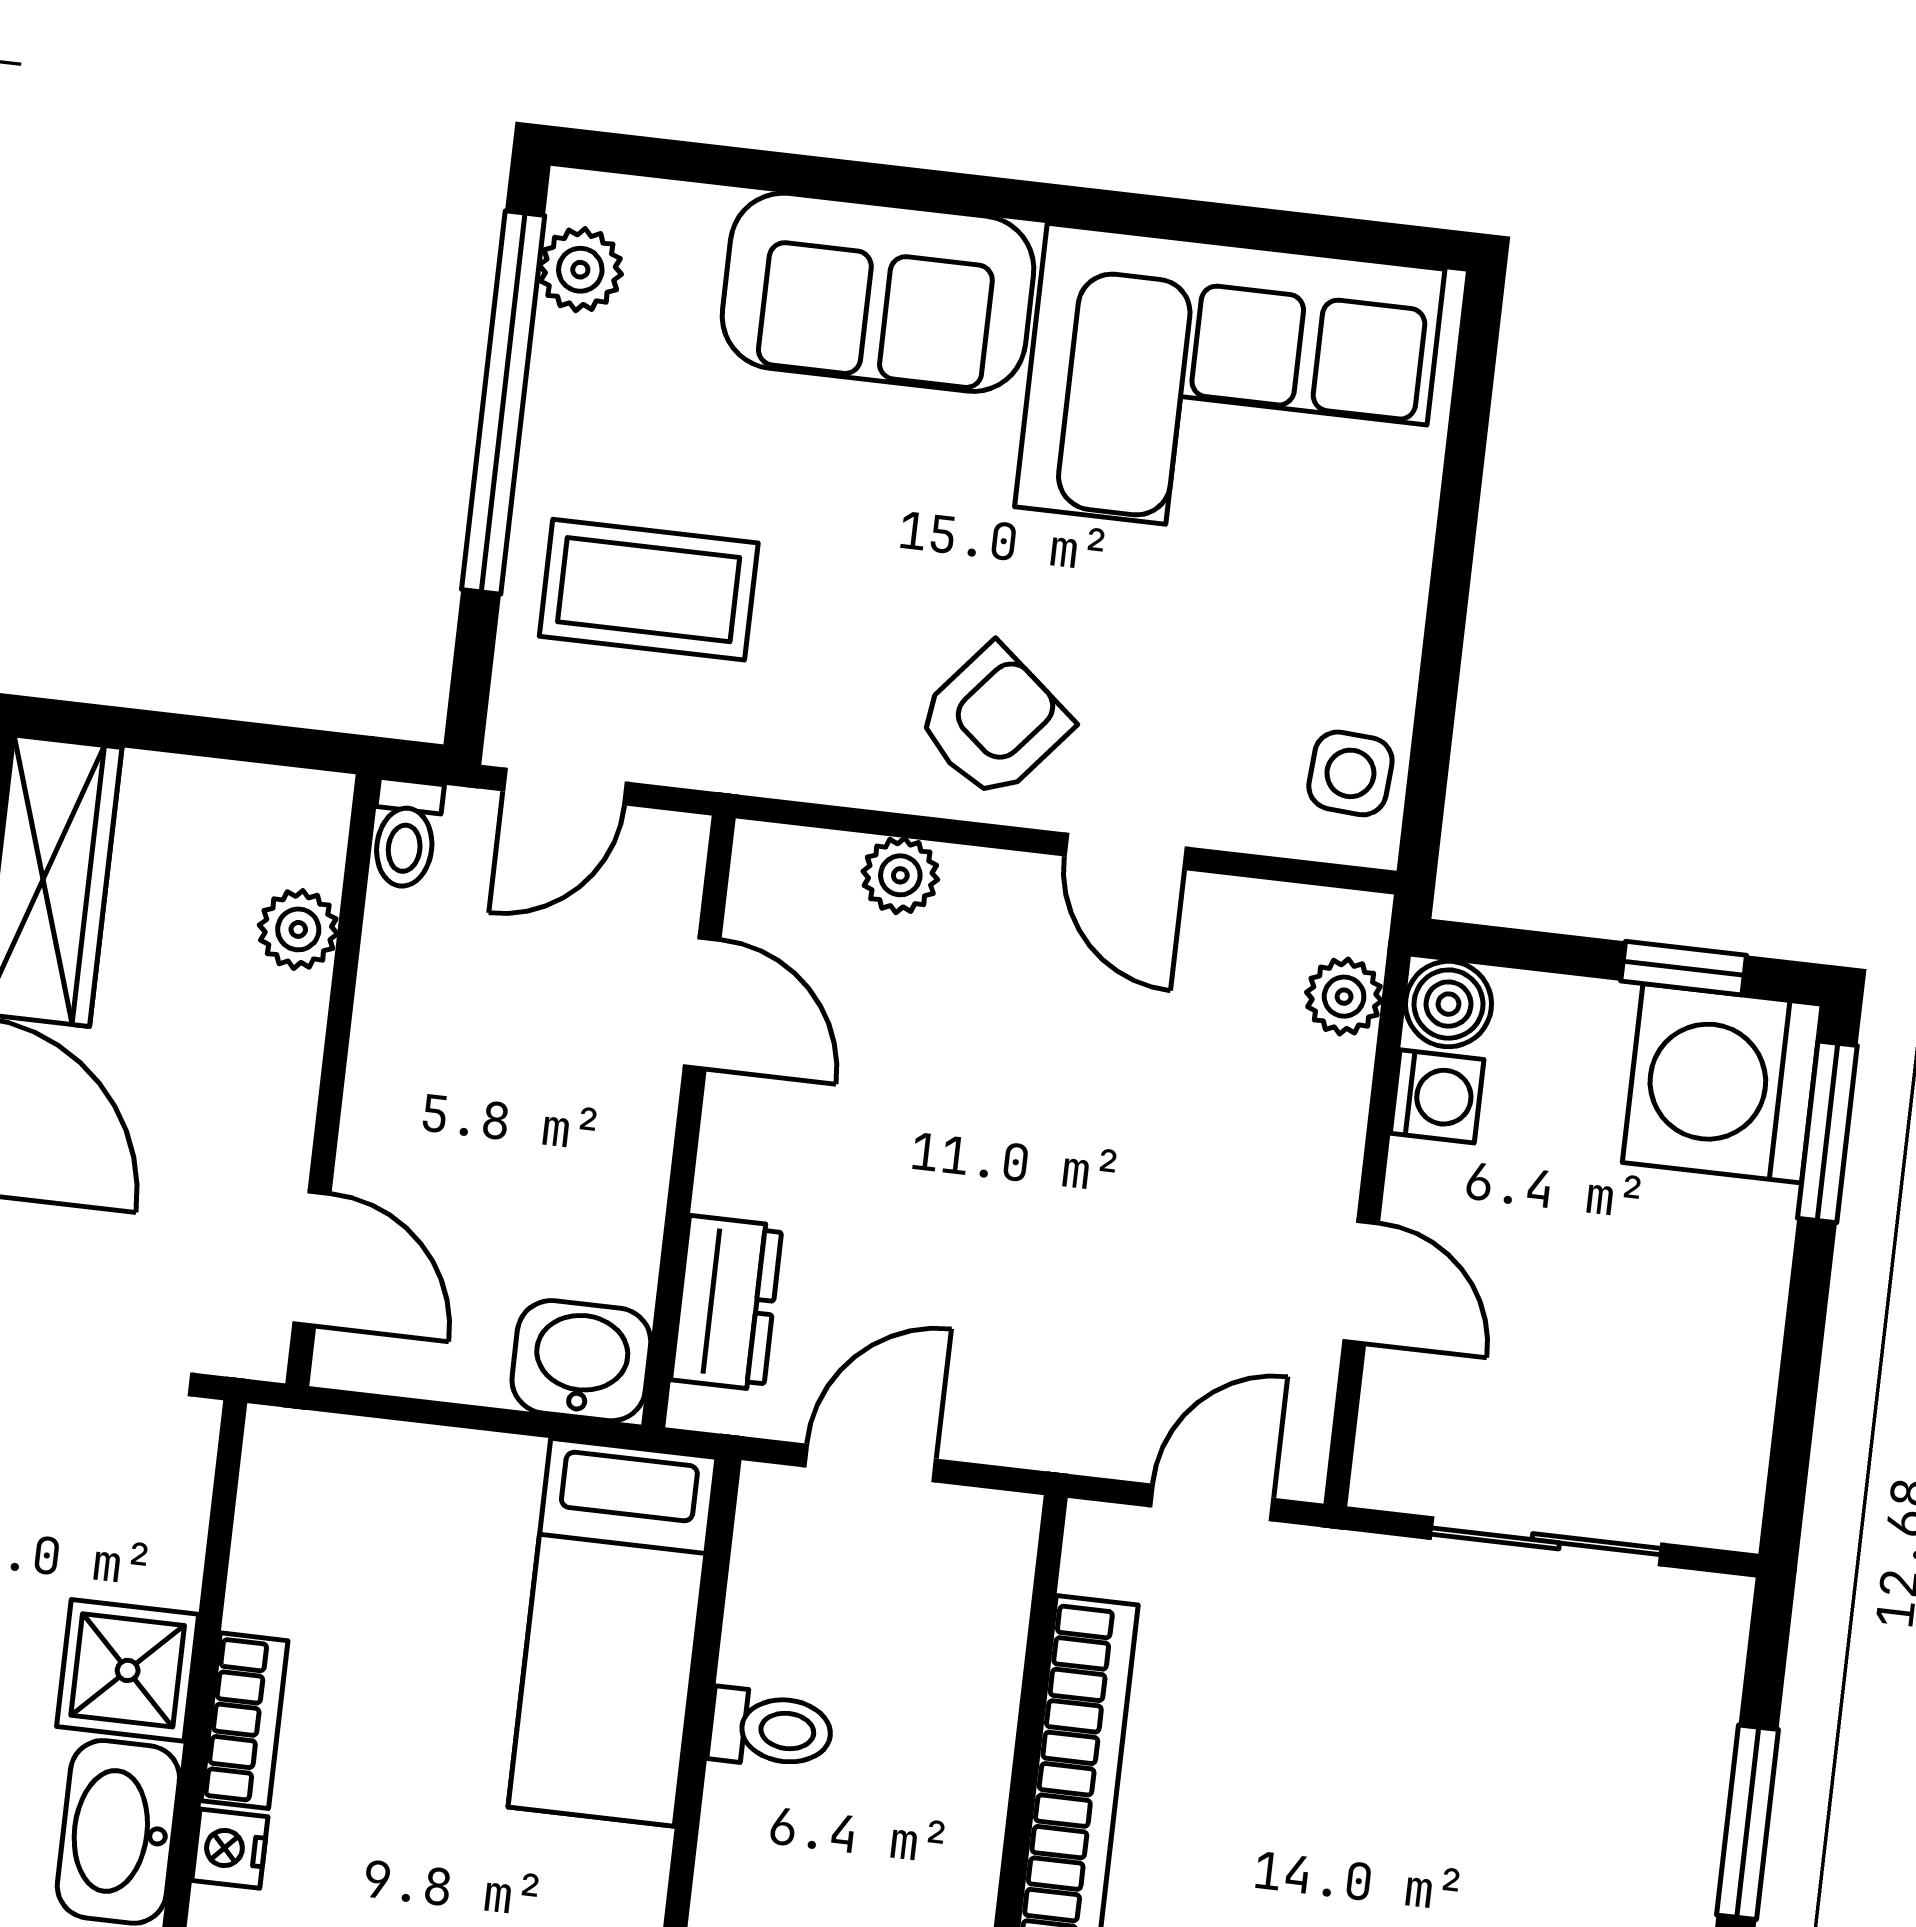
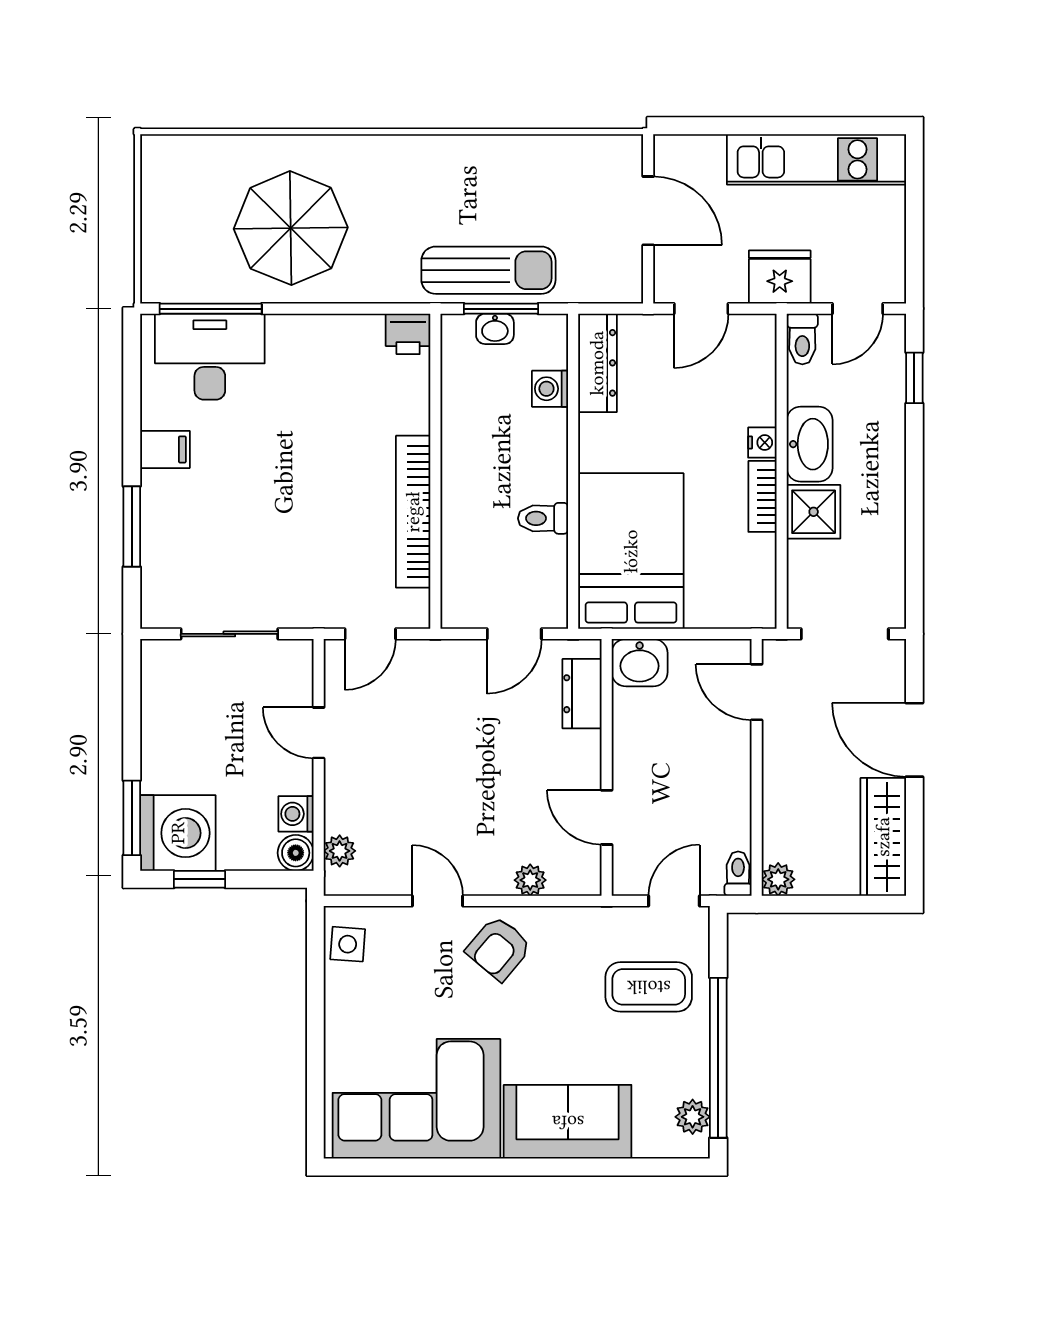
plant: (298, 929) -> (778, 879), moved
bed: (613, 1632) -> (631, 551), width x1.50

